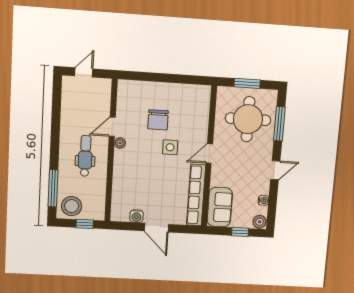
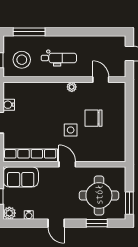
window: (247, 83) -> (129, 203), moved
window: (279, 124) -> (97, 223), width x0.69
door: (112, 127) -> (101, 80), moved
stool: (72, 206) -> (22, 60), moved

